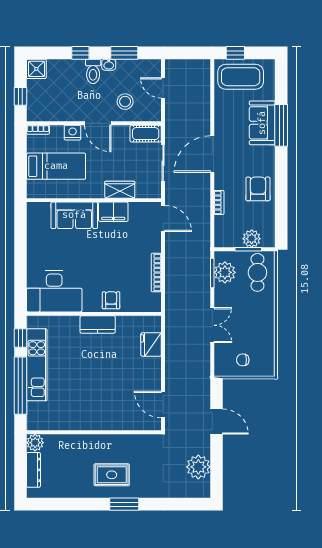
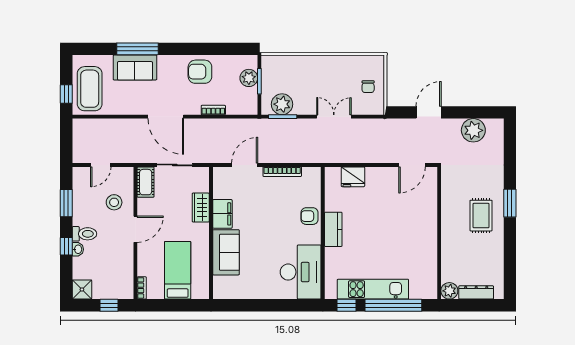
washbasin: (109, 65) -> (78, 249), moved
nightstand: (73, 133) -> (145, 254), removed
door: (163, 218) -> (245, 165), moved
cafe table: (257, 272) -> (282, 72), removed

